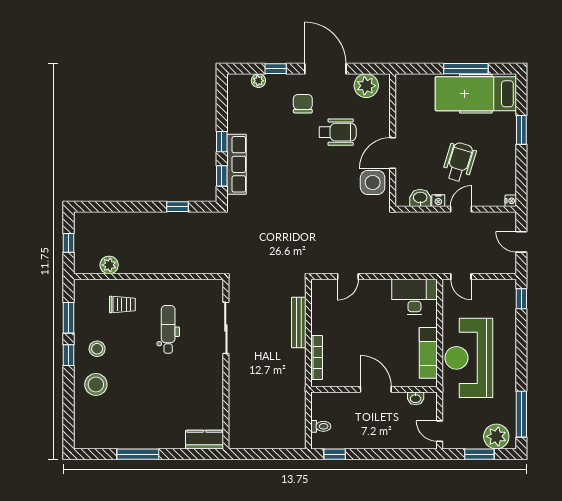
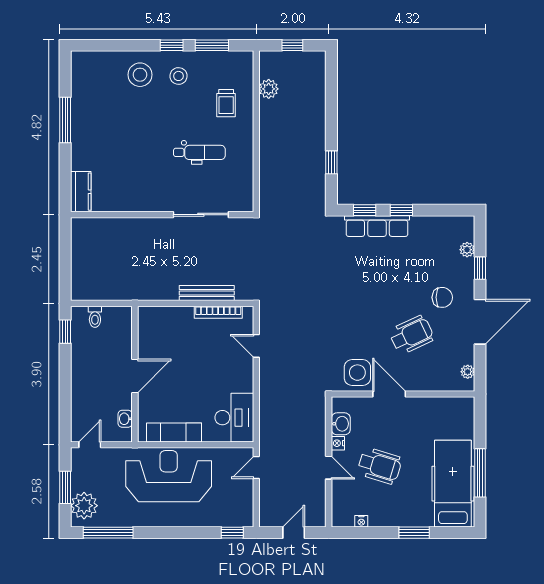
plant: (366, 86) -> (468, 372), width x0.53, depth x0.53
wheelchair: (338, 132) -> (412, 335), turned -115
nightstand: (511, 201) -> (361, 521), moved
bookcase: (317, 358) -> (218, 312), moved

